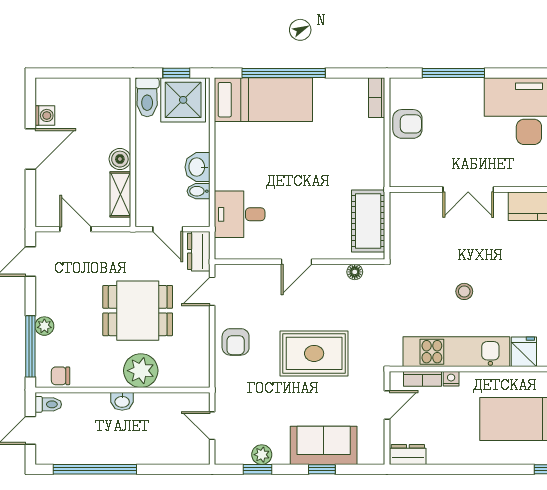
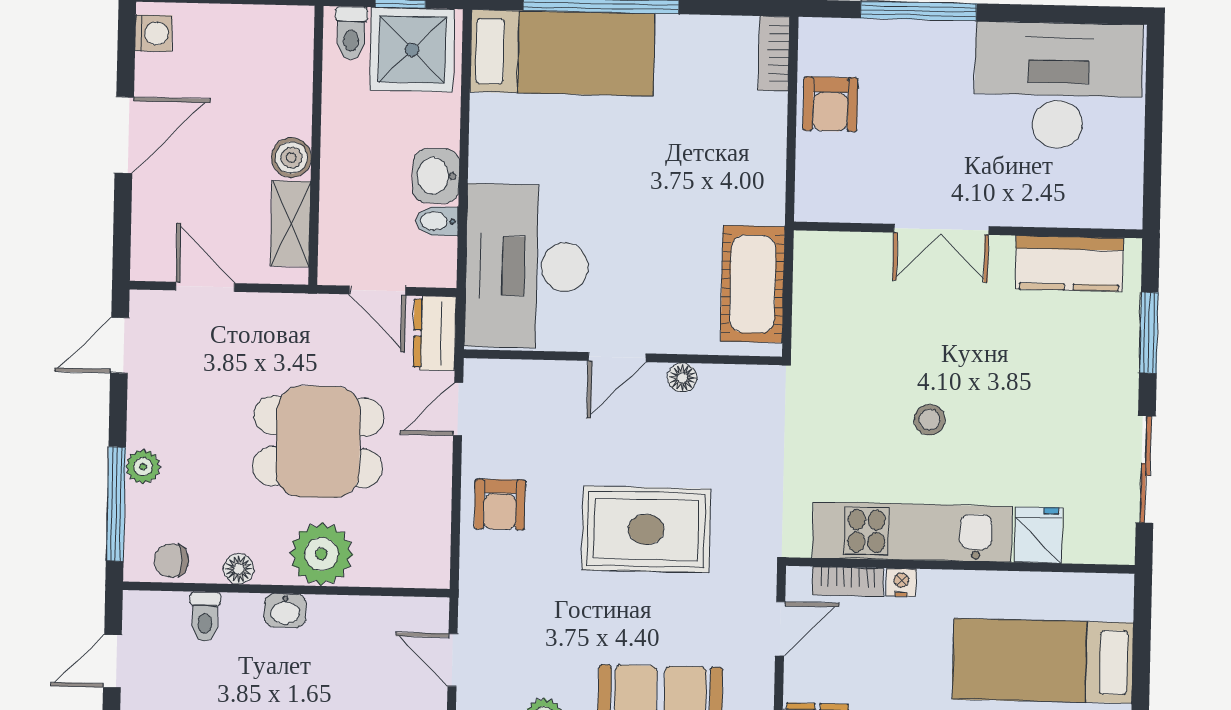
toilet: (147, 97) -> (351, 33), width x0.73, depth x0.72
washing machine: (45, 115) -> (154, 33), moved
armchair: (407, 124) -> (830, 104), turned 90
desk: (240, 214) -> (527, 266), width x1.87, depth x1.30
floor lamp: (355, 272) -> (682, 378), moved
floor lamp: (97, 380) -> (239, 569), added
toilet: (48, 404) -> (205, 617), moved, turned 90

